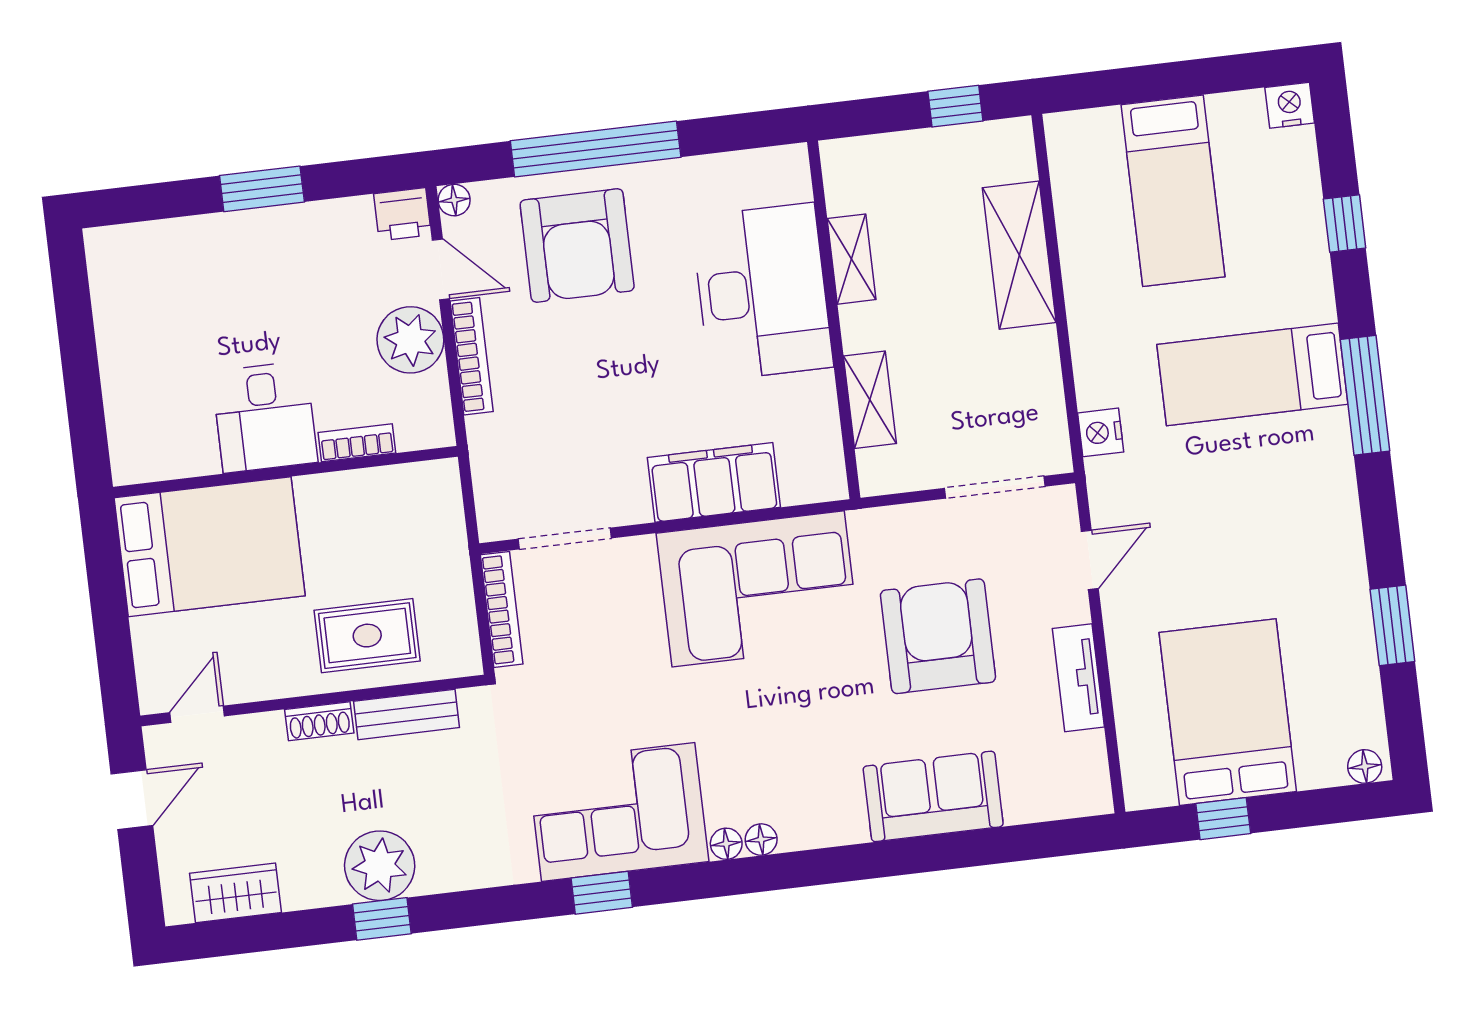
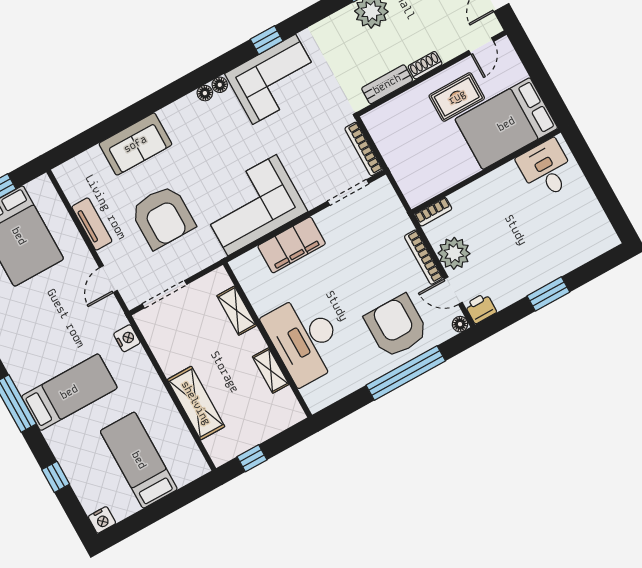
desk: (265, 417) -> (546, 169), moved
bookcase: (357, 443) -> (433, 212), moved
rug: (367, 636) -> (457, 97), moved

